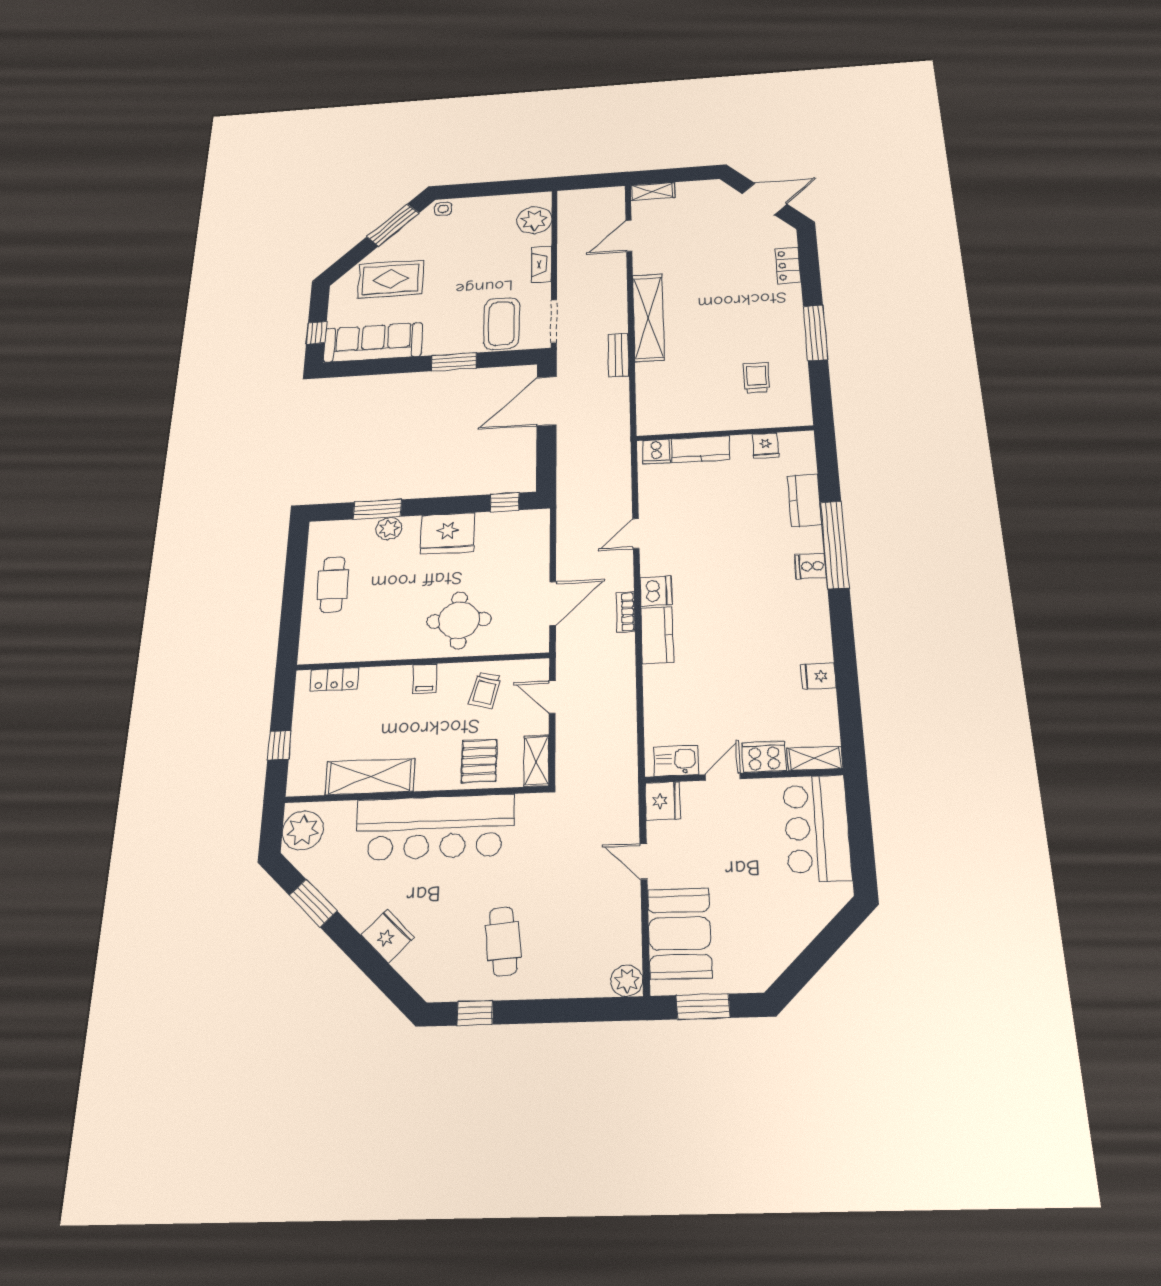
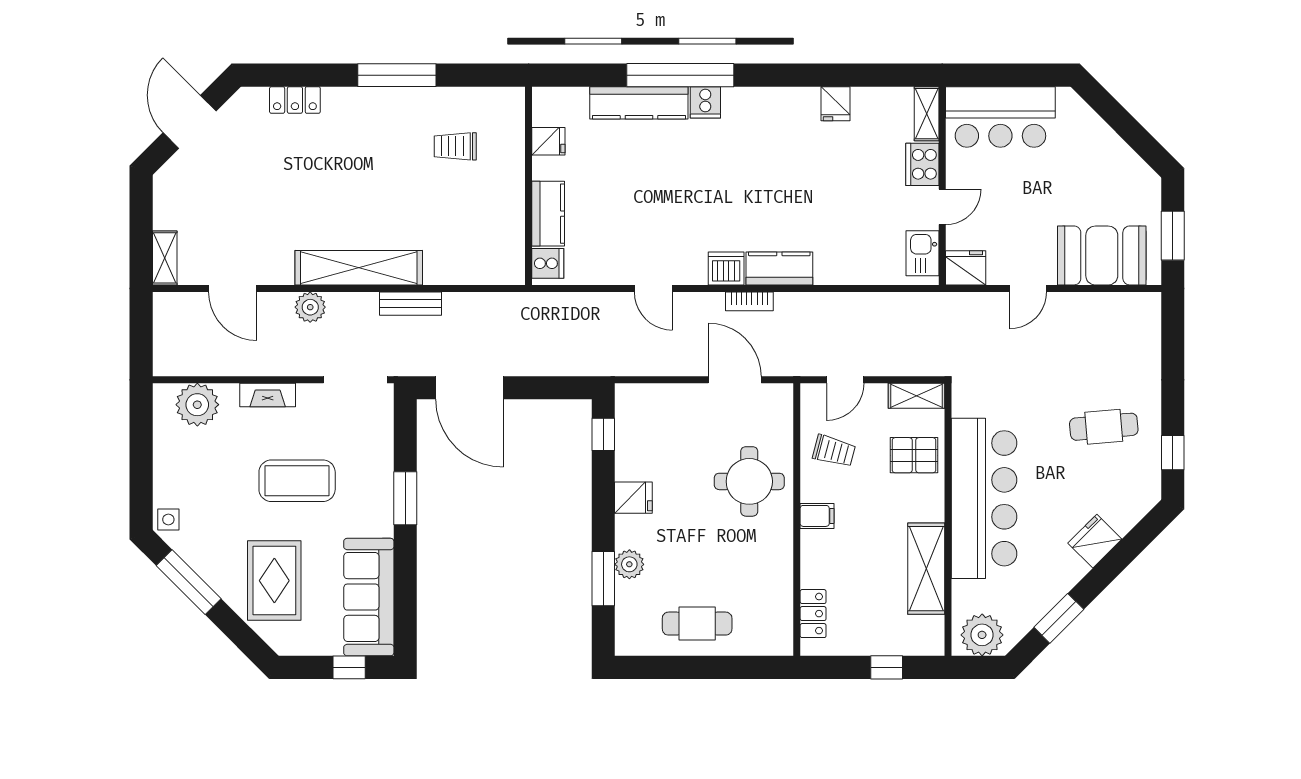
coffee table: (502, 323) -> (297, 481), moved
kitchen counter: (805, 500) -> (639, 103), width x1.50
fridge: (448, 533) -> (633, 498), width x0.53, depth x0.75
door: (723, 777) -> (942, 207), swing flipped
plant: (627, 981) -> (310, 307), moved

